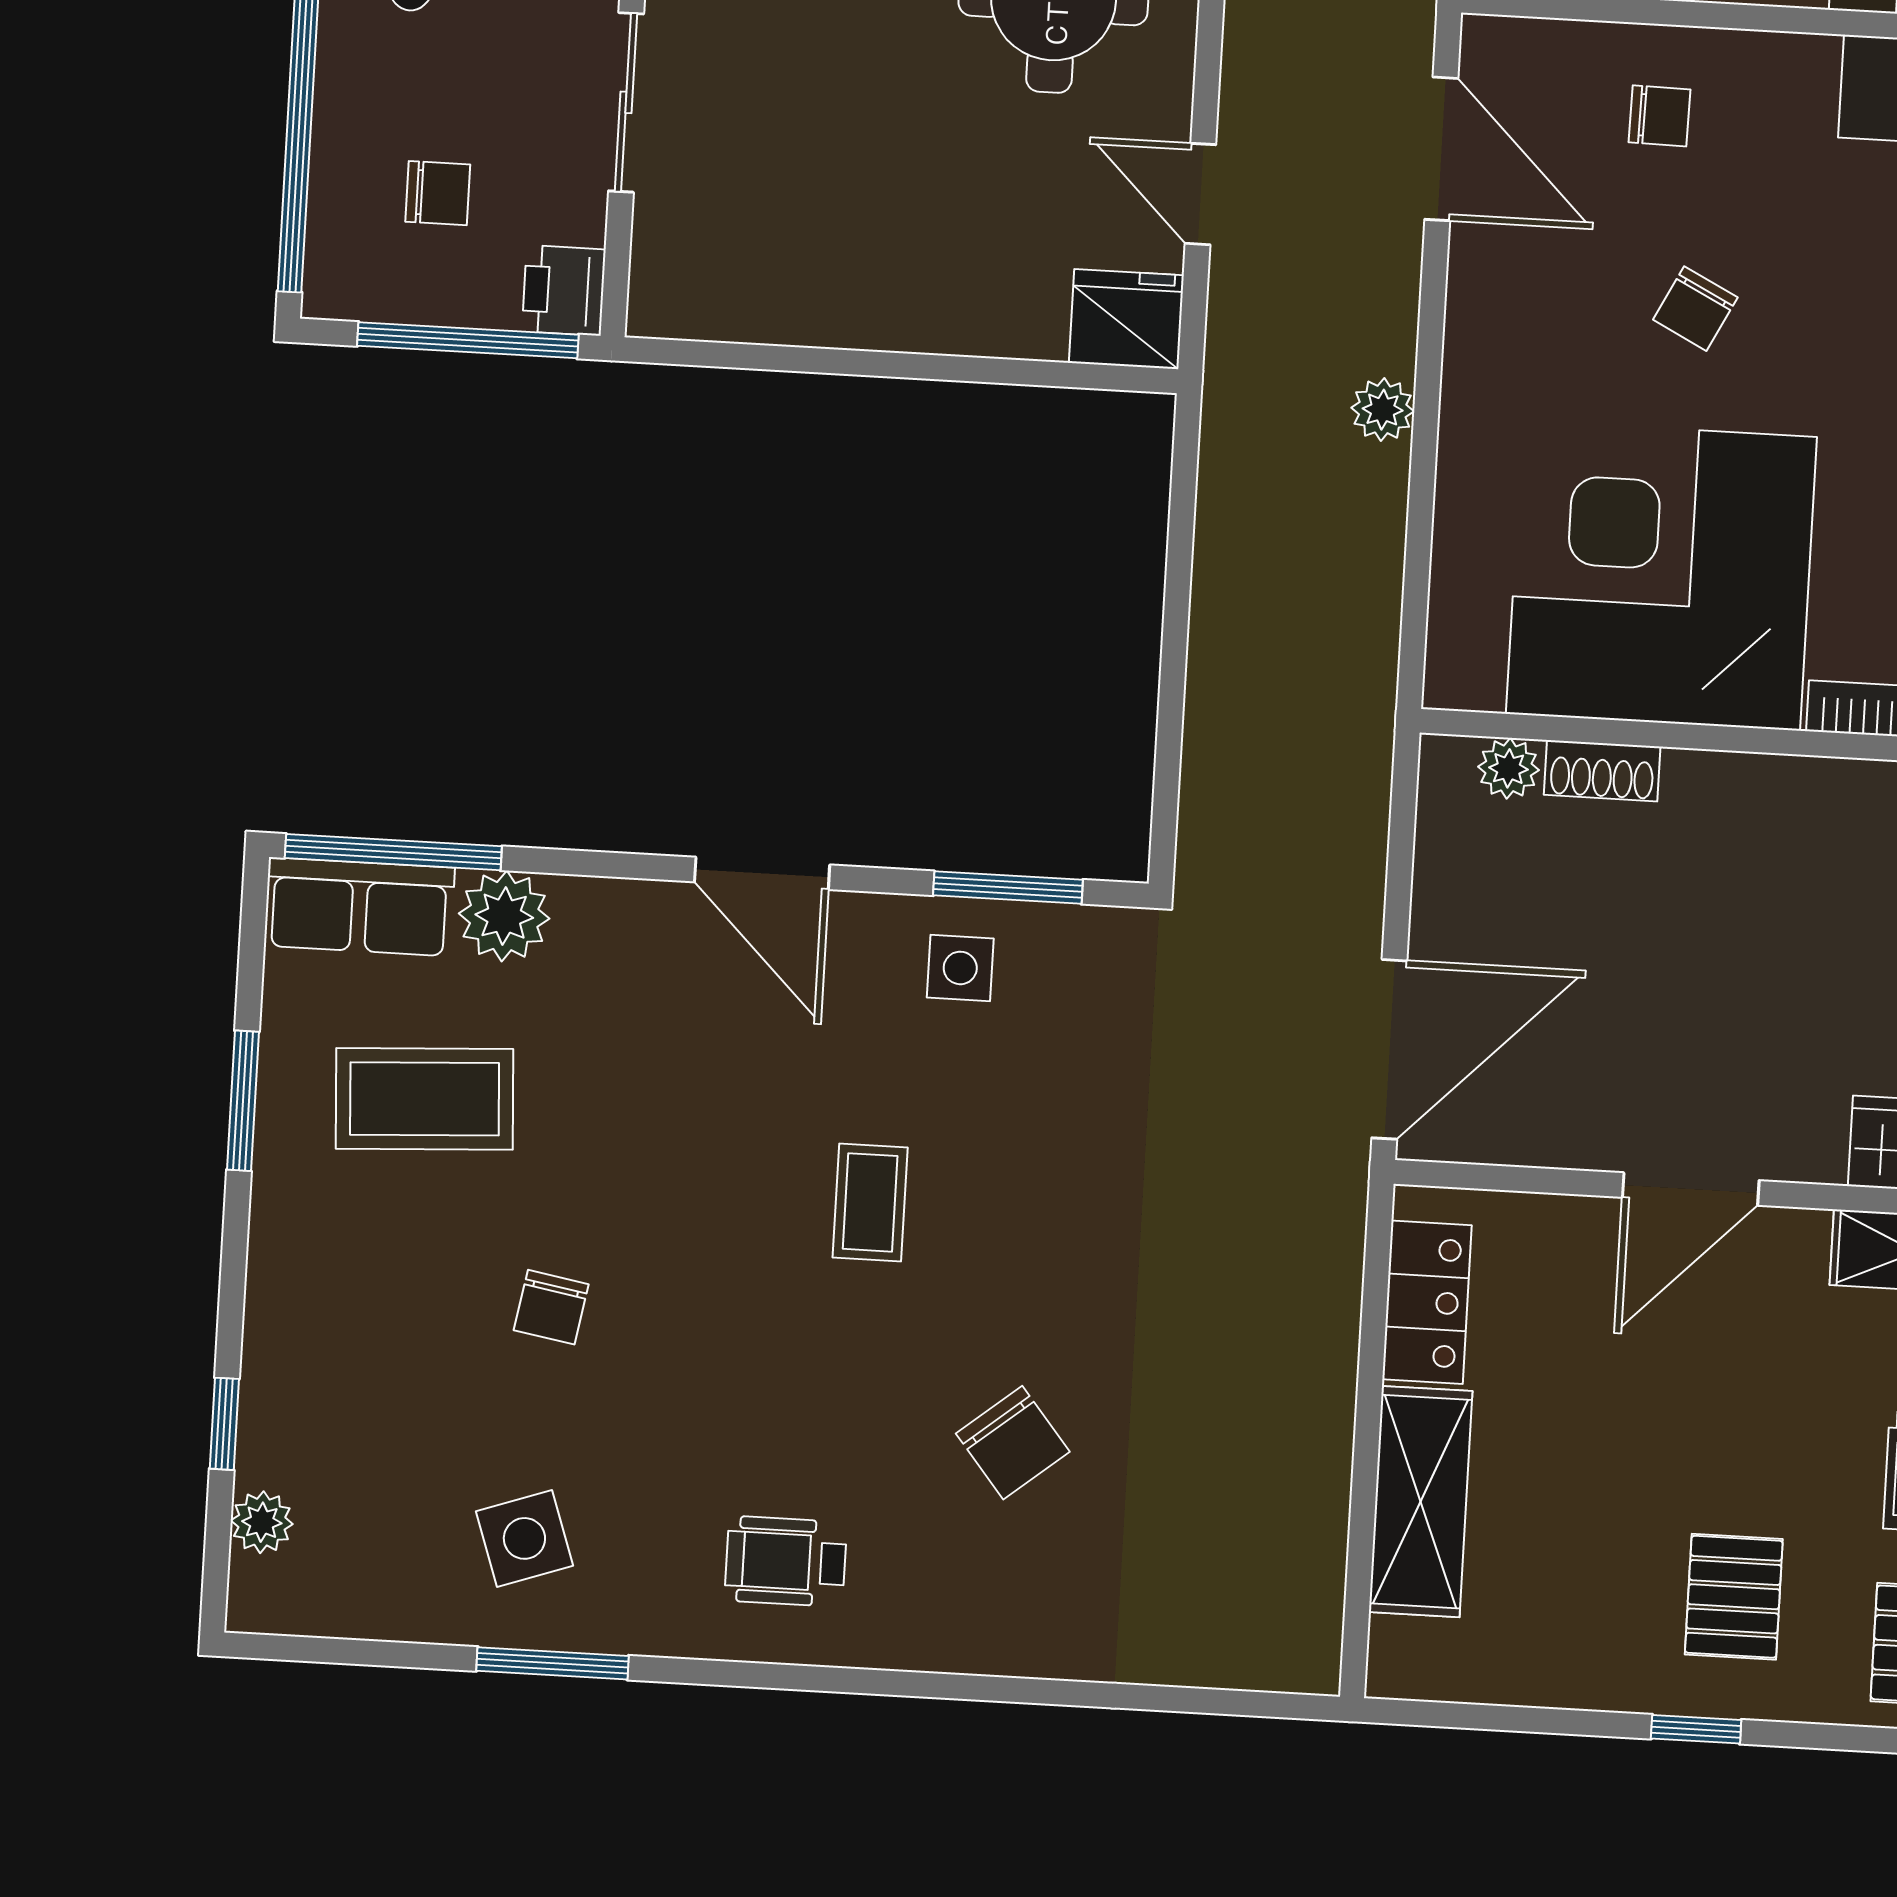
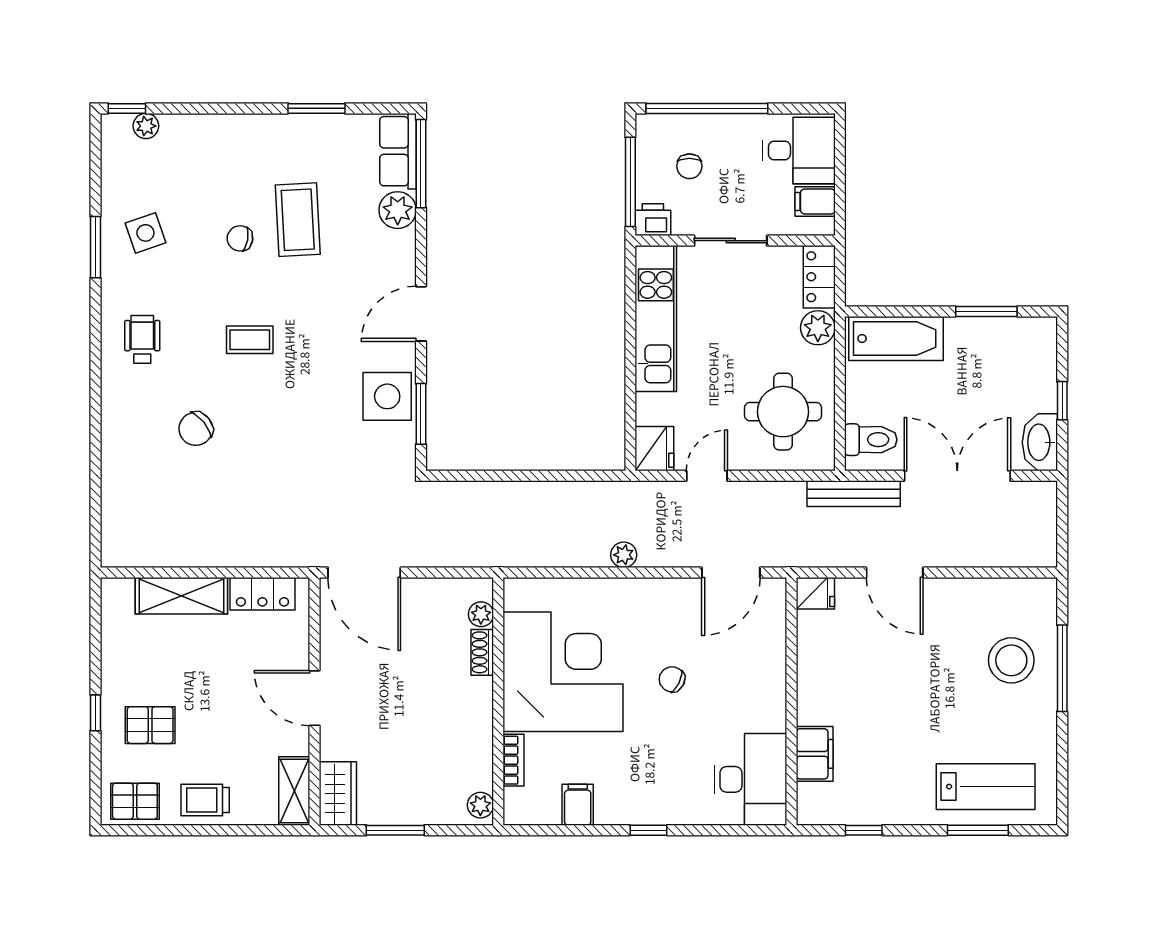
chair: (1660, 116) -> (749, 660), removed
kitchen unit: (807, 297) -> (656, 319), added
side table: (960, 968) -> (387, 396), width x1.87, depth x1.87
coffee table: (425, 1099) -> (298, 220), moved
coffee table: (870, 1202) -> (250, 340), moved
window: (224, 1424) -> (127, 108), moved

